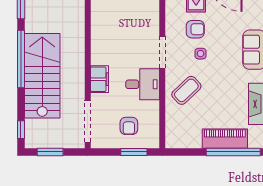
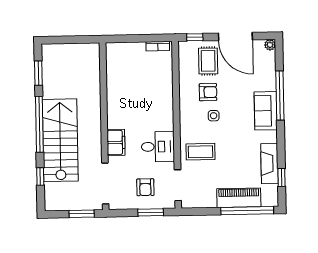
doorway: (162, 52) -> (178, 185), moved
coffee table: (186, 90) -> (201, 152), turned 43
window: (21, 130) -> (40, 176), moved
window: (50, 152) -> (82, 214), moved

